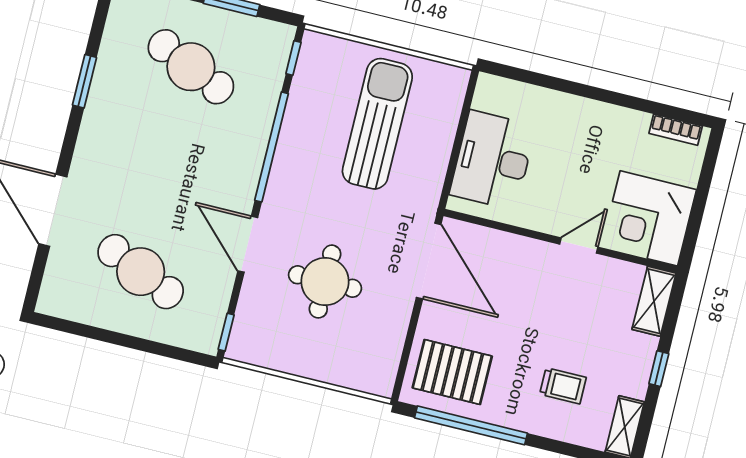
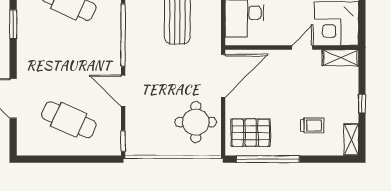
door: (429, 261) -> (223, 76), hinge flipped
round table: (325, 282) -> (196, 122), moved
shelving: (654, 301) -> (340, 58), moved, turned 90

